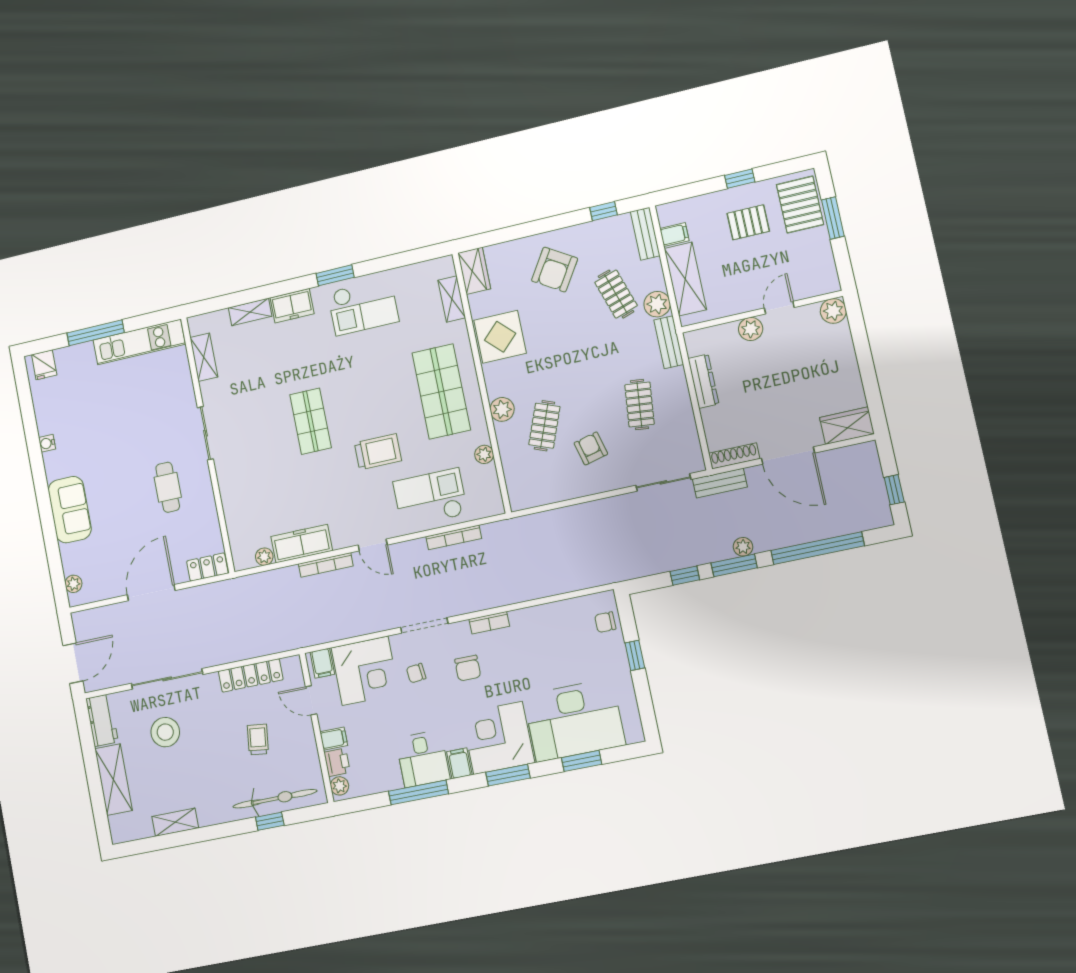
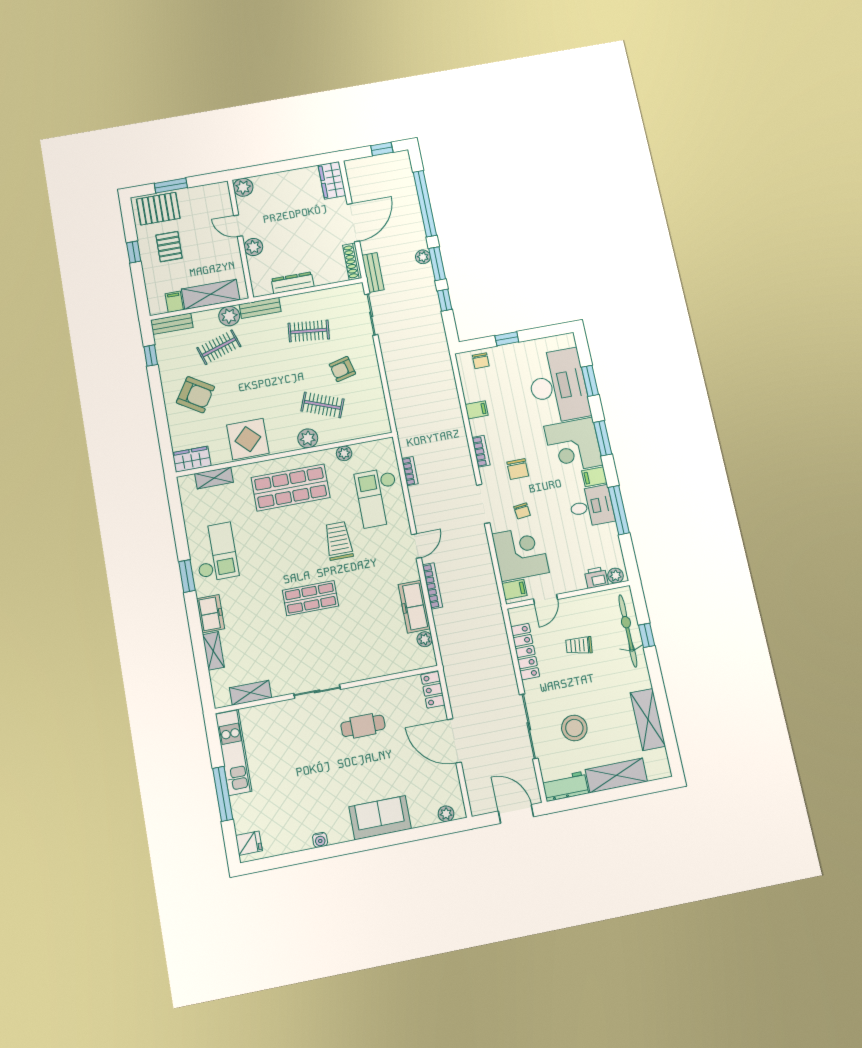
bookcase: (454, 537) -> (410, 471), width x0.64
chair: (468, 668) -> (518, 469), turned 90
filing cabinet: (334, 739) -> (477, 410), moved, turned 90
shelving: (175, 822) -> (648, 719), width x1.50, depth x1.33

